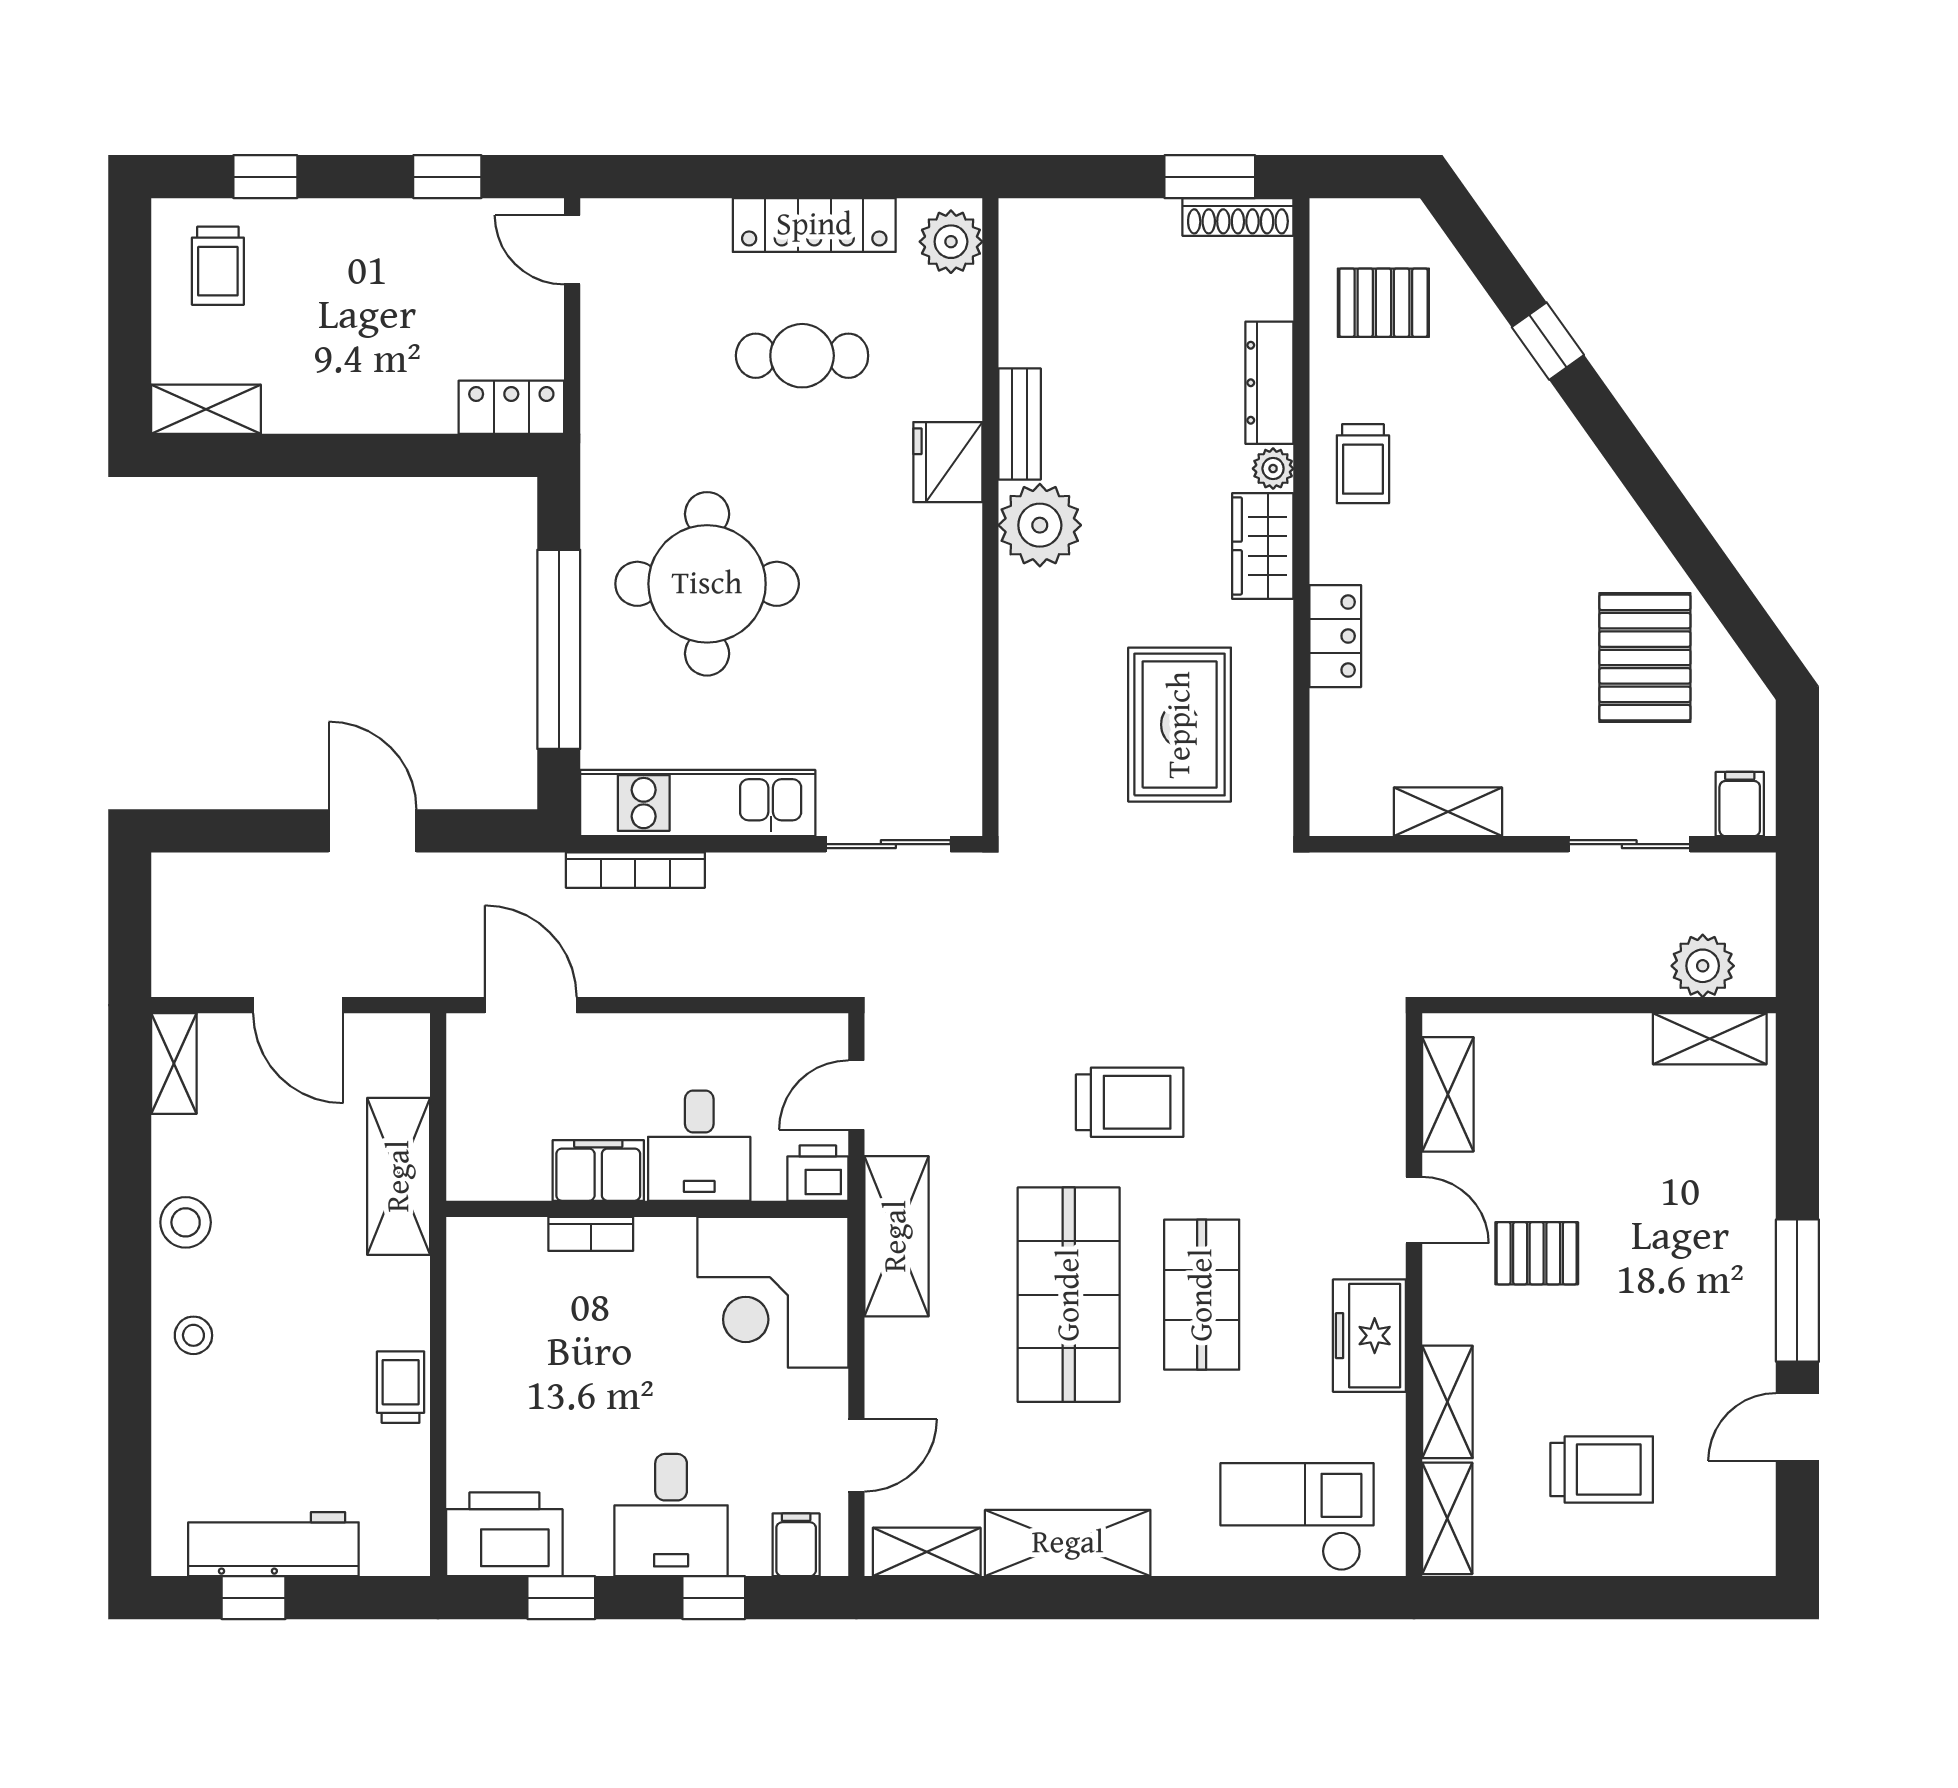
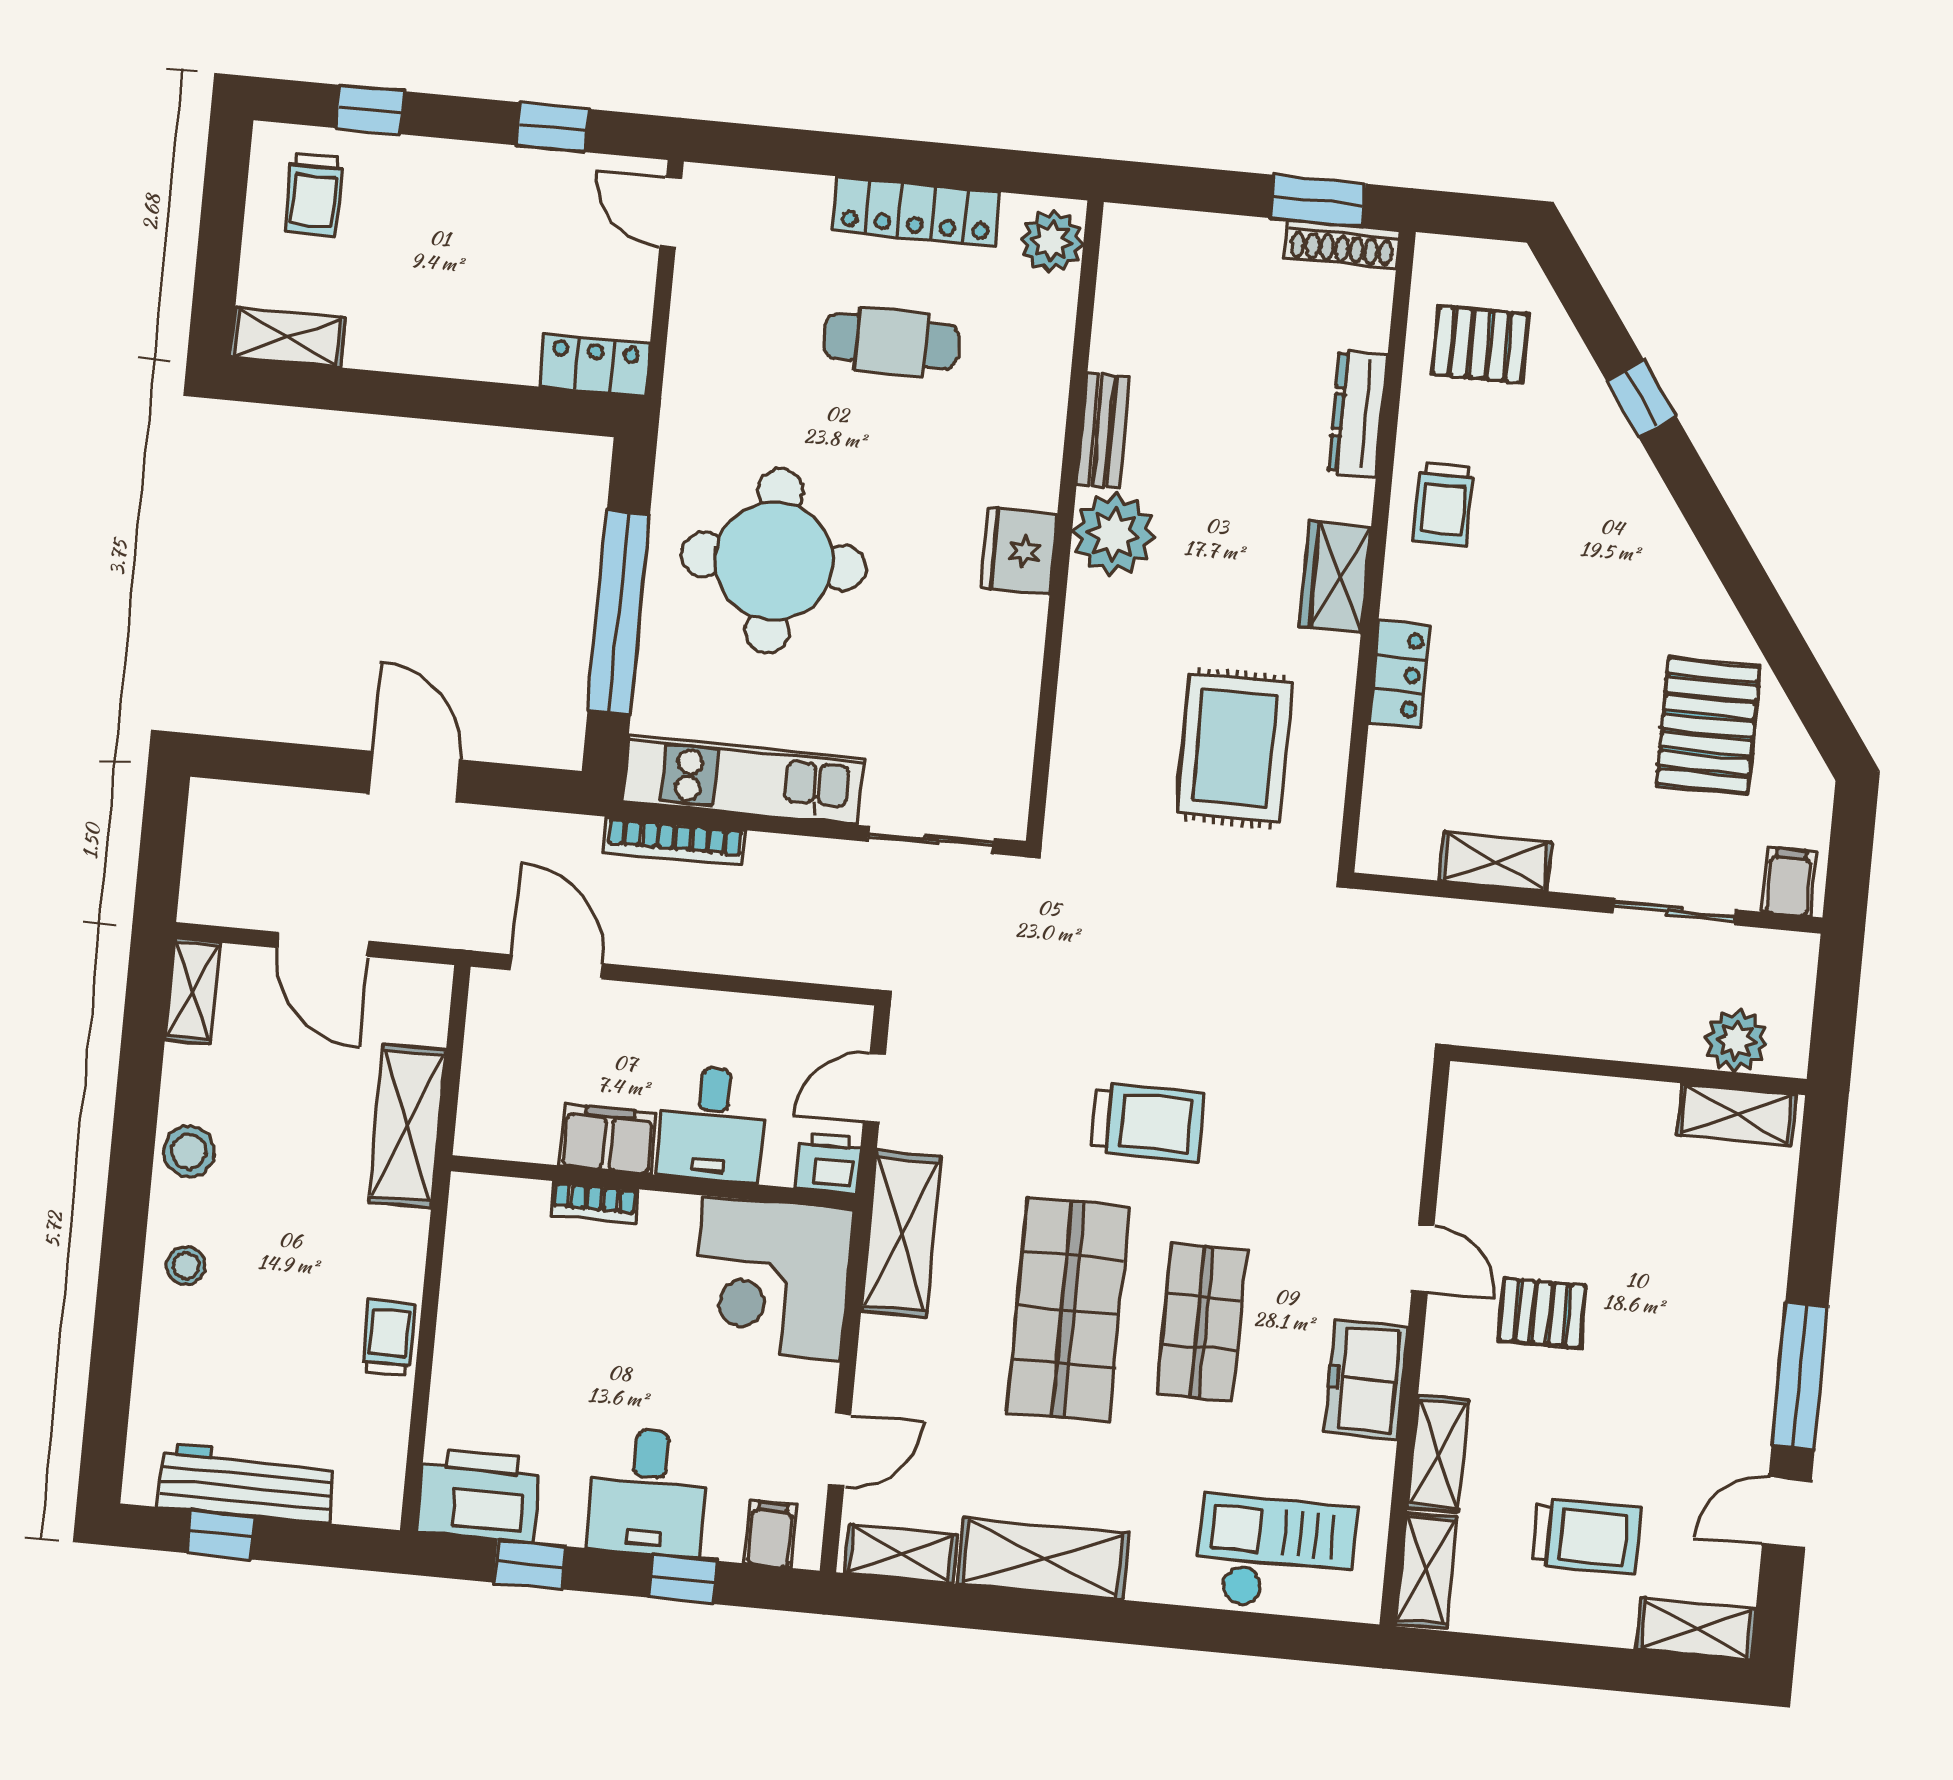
fridge: (948, 462) -> (1019, 551), moved
plant: (1273, 469) -> (1353, 500), removed
shelving: (1448, 1094) -> (1696, 1629), moved, turned 90

